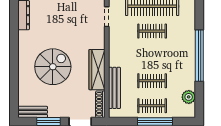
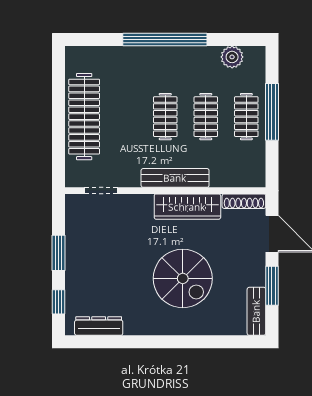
clothes rail: (152, 31) -> (165, 117), moved
spiral stairs: (53, 67) -> (183, 278), turned 180
bench: (114, 88) -> (175, 178), moved

